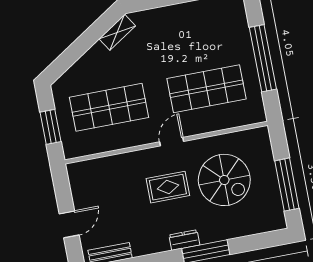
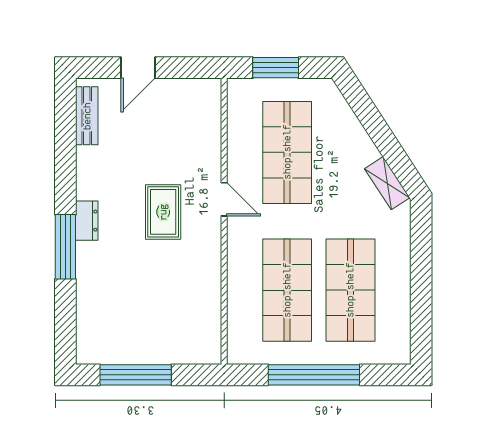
shop shelf: (198, 44) -> (350, 290), added
door: (172, 142) -> (224, 199), moved
spiral stairs: (224, 180) -> (158, 291), removed
door: (69, 224) -> (138, 68), hinge flipped

